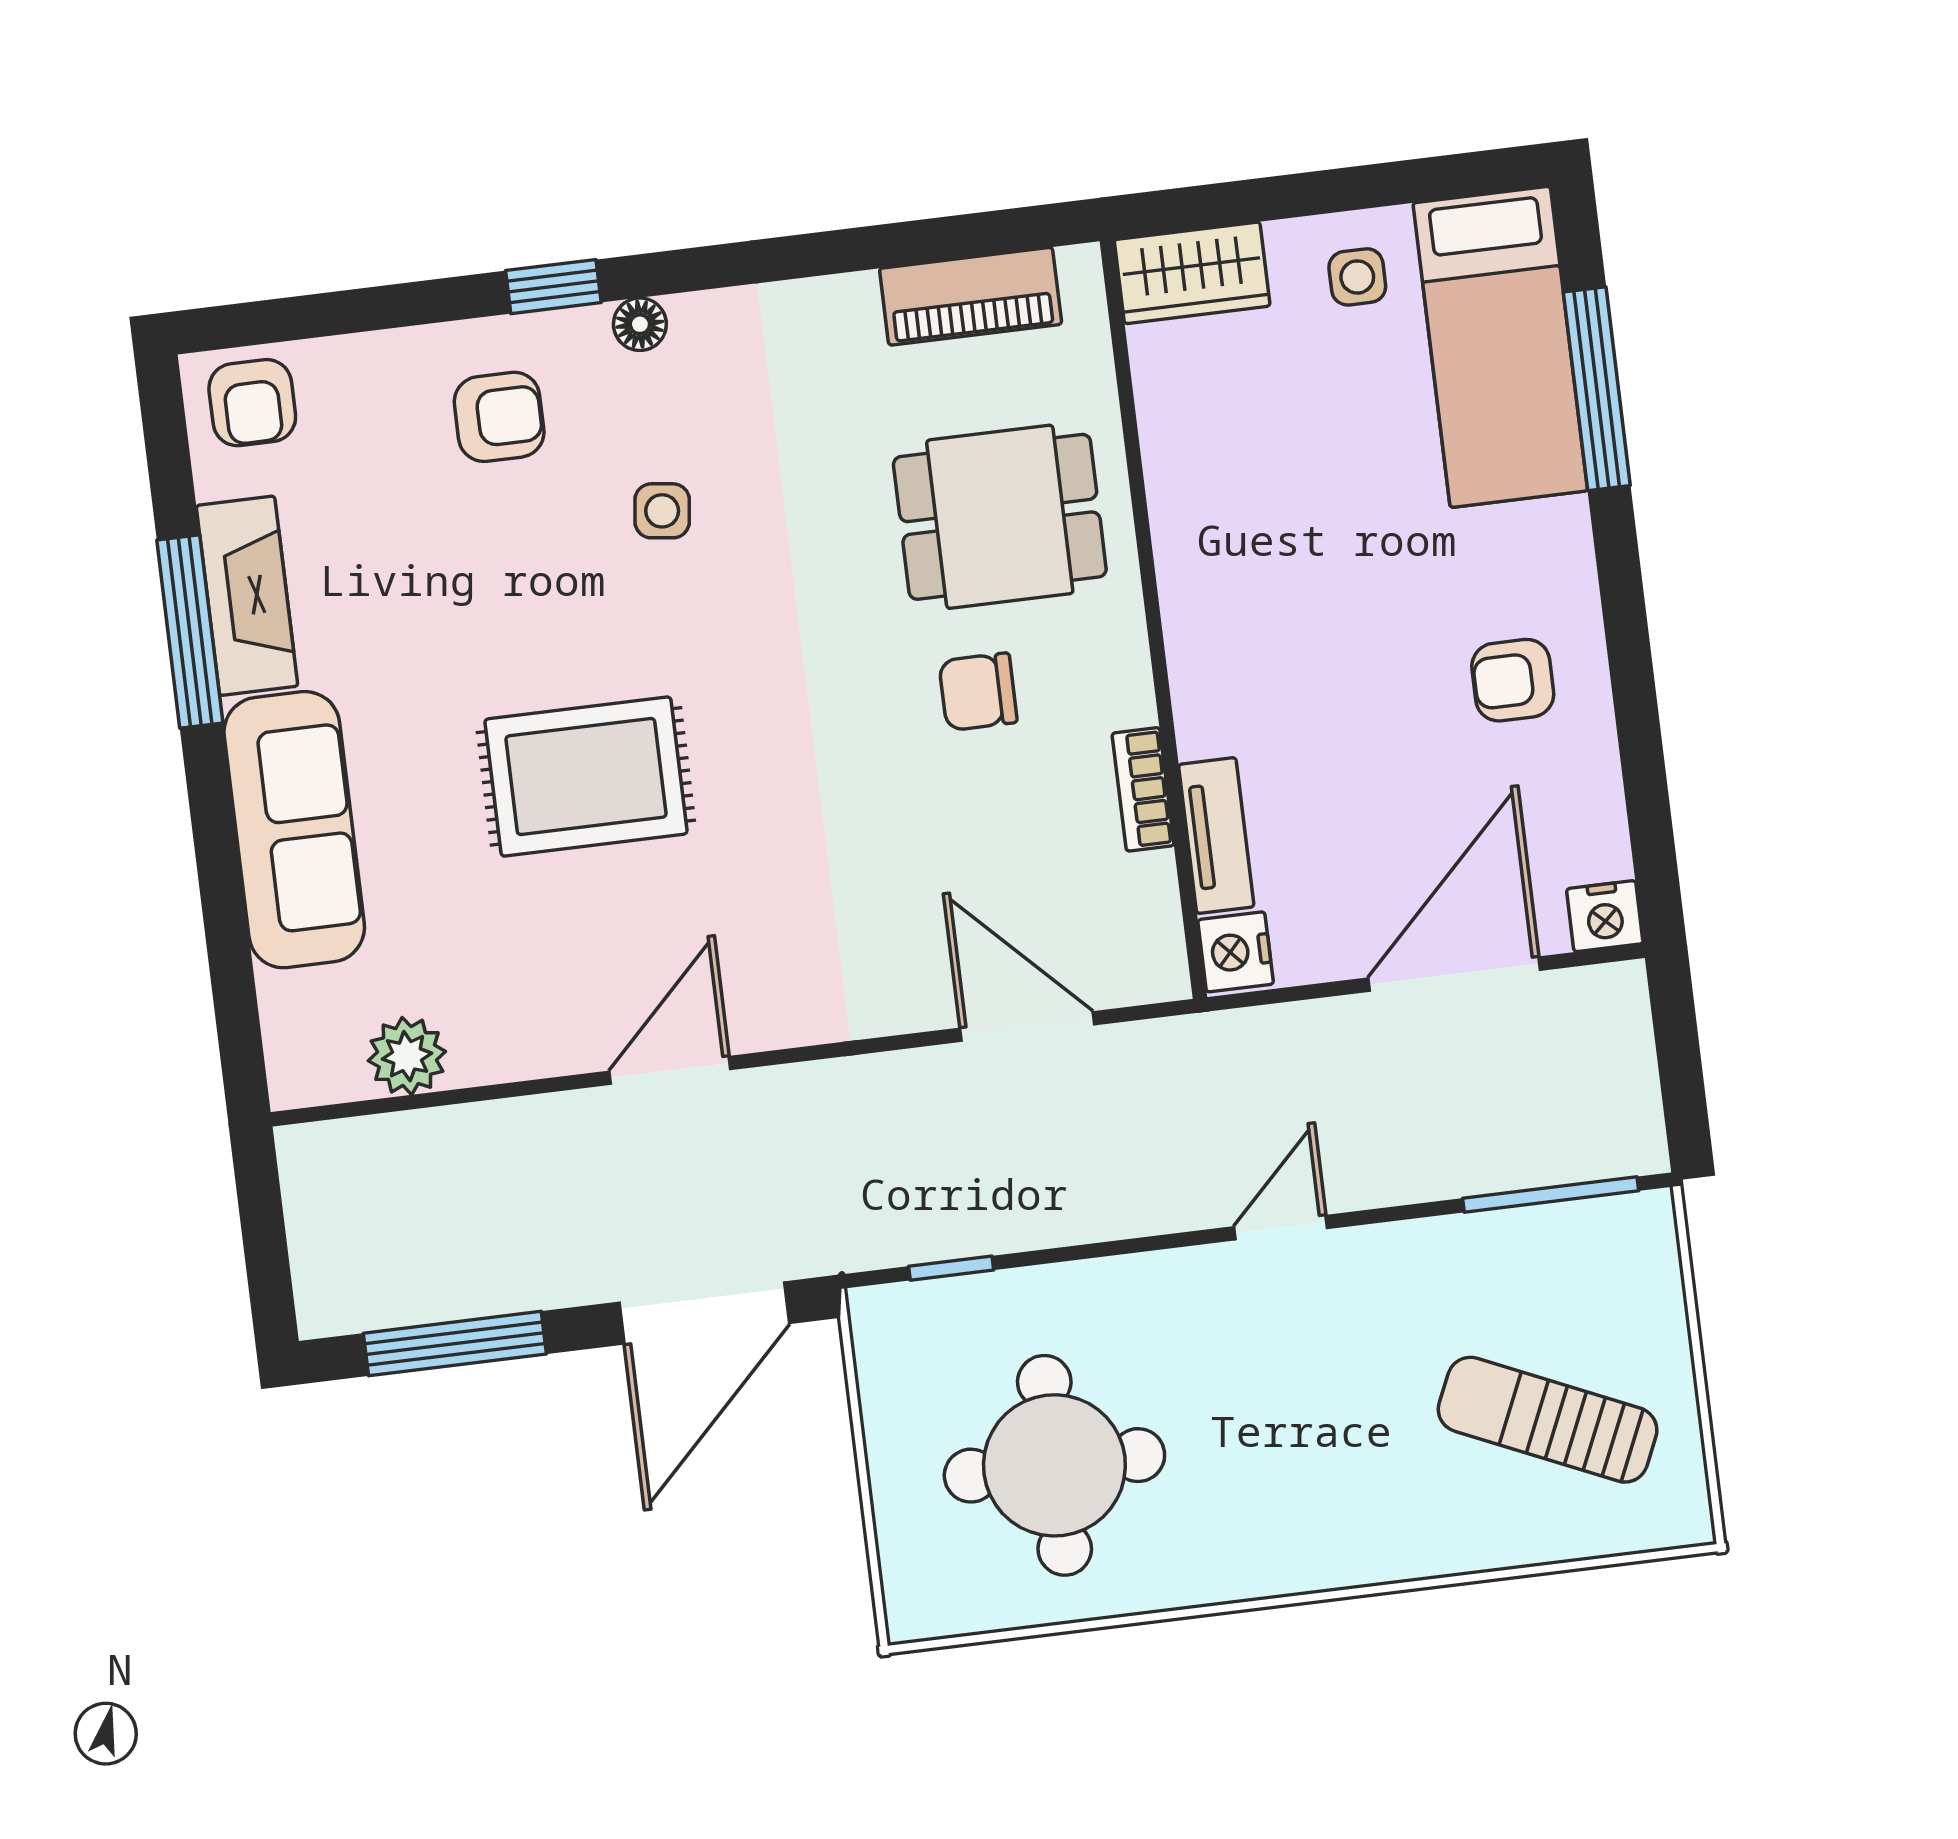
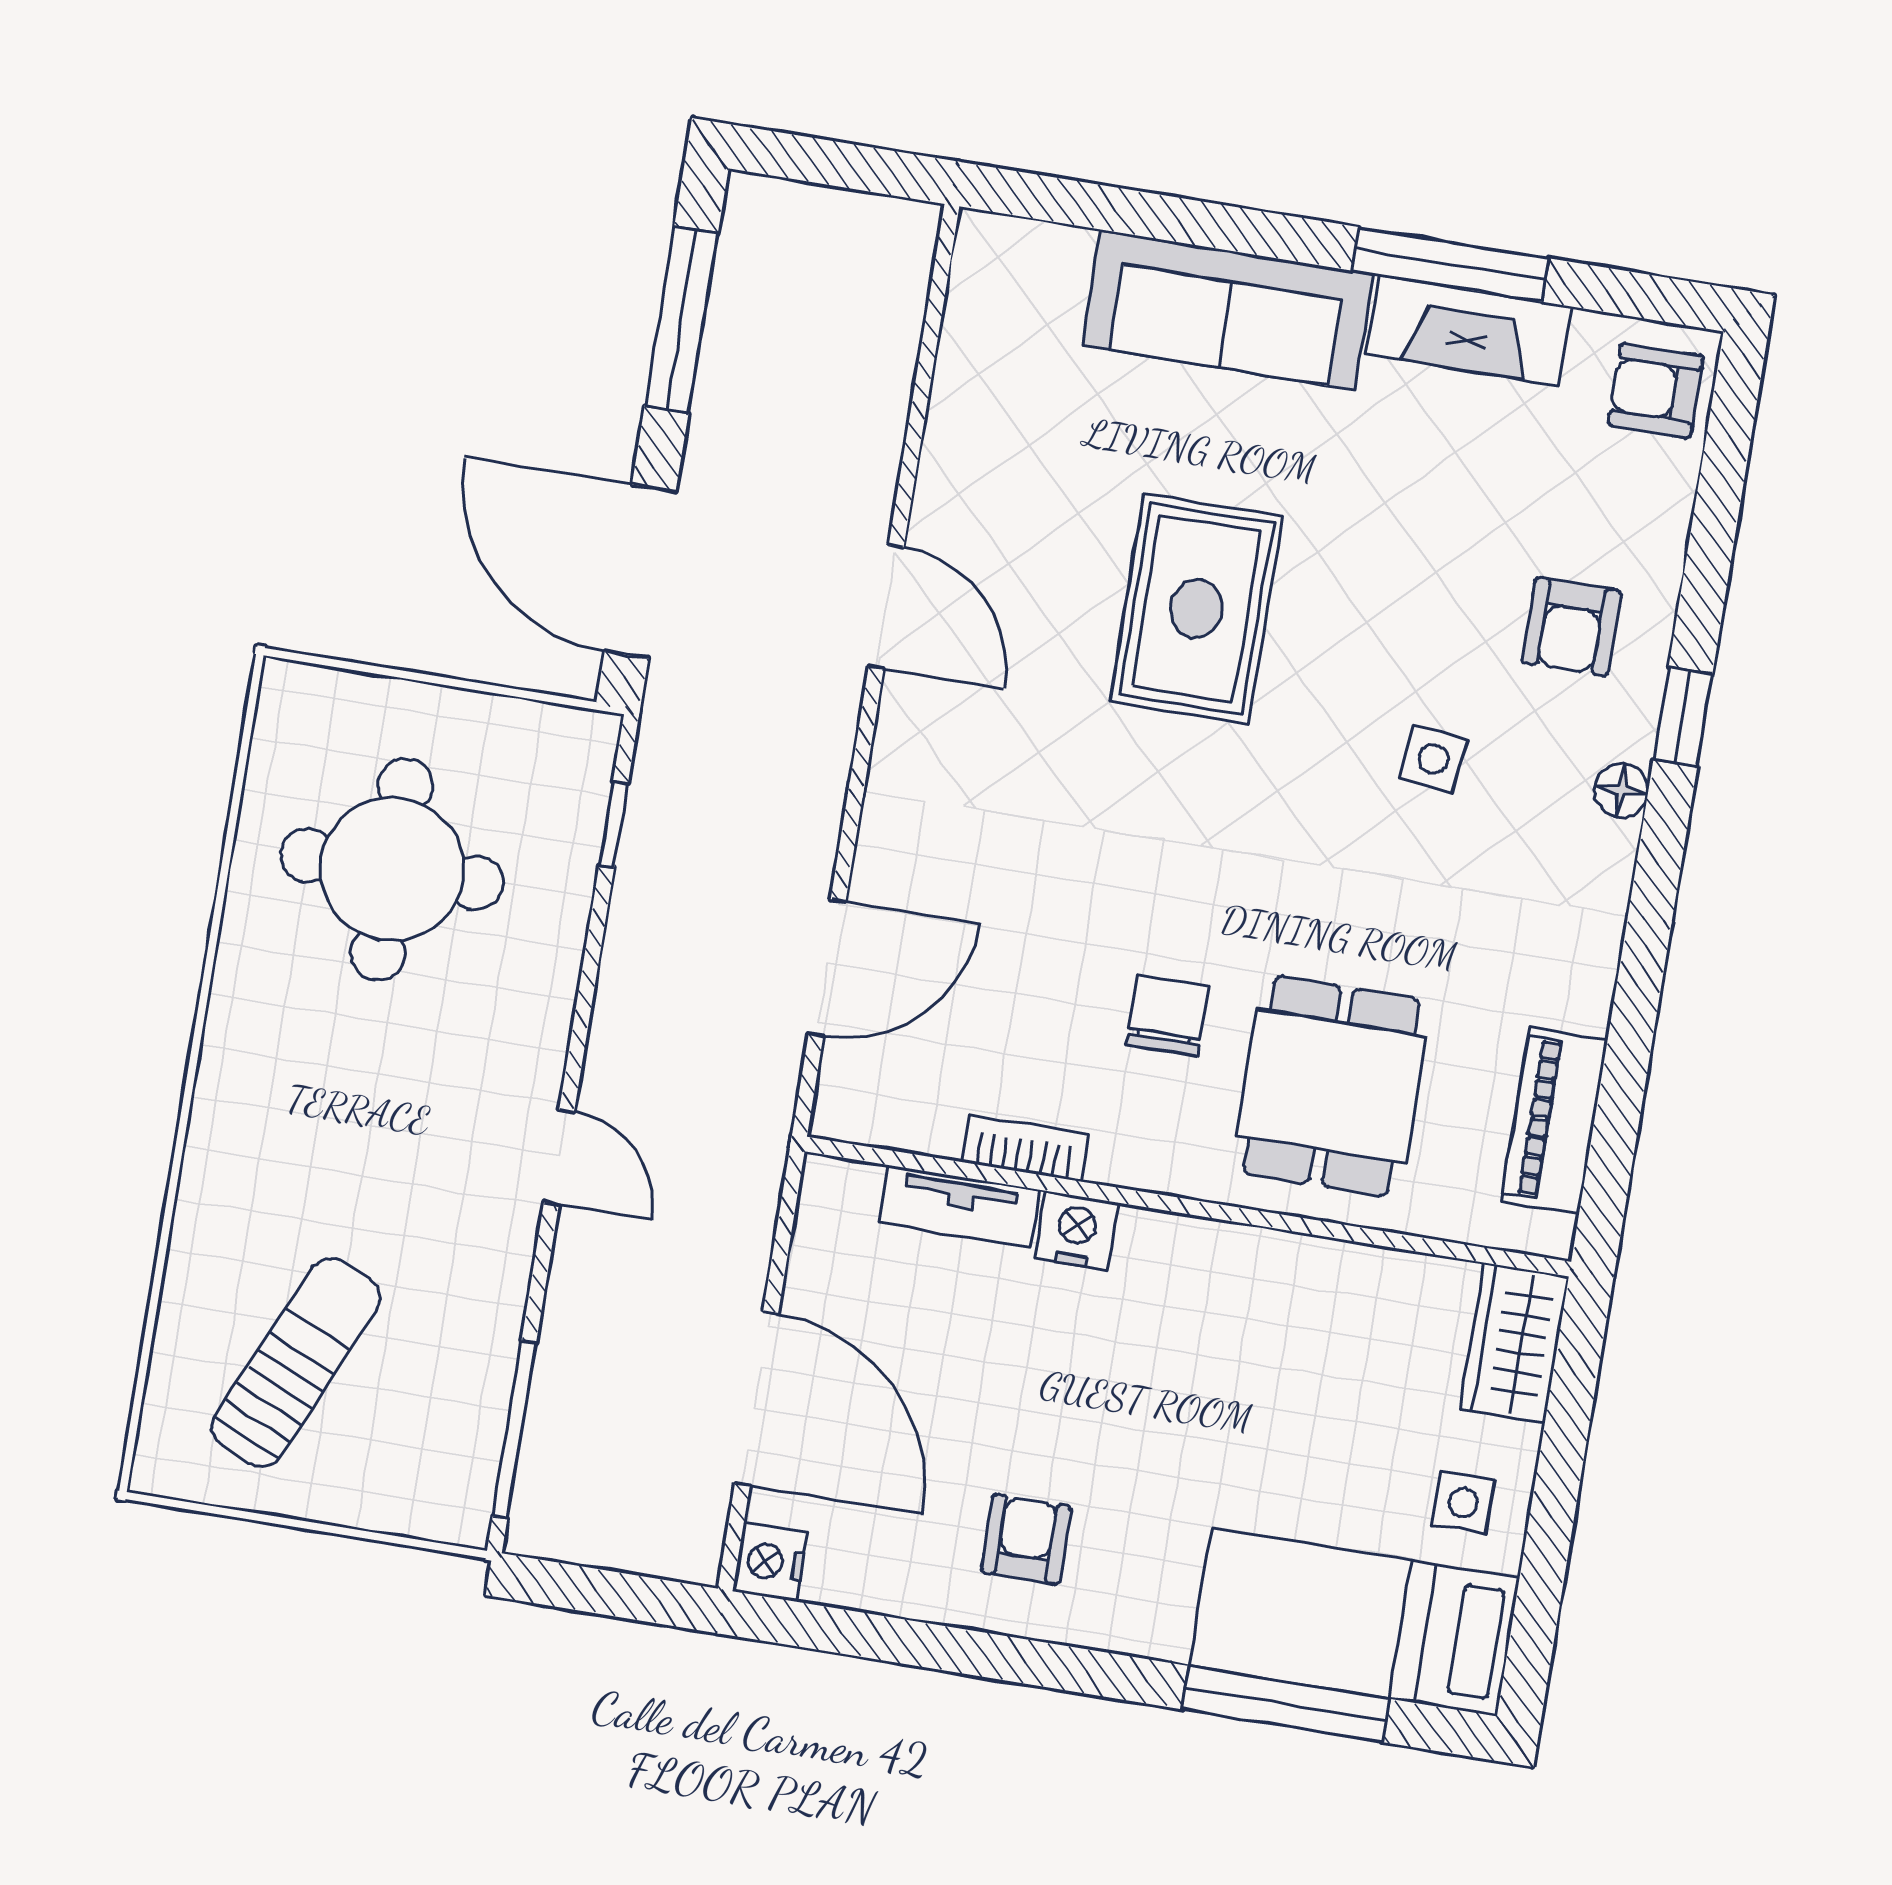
nightstand: (1236, 952) -> (1076, 1230), moved
plant: (407, 1056) -> (975, 355), removed

